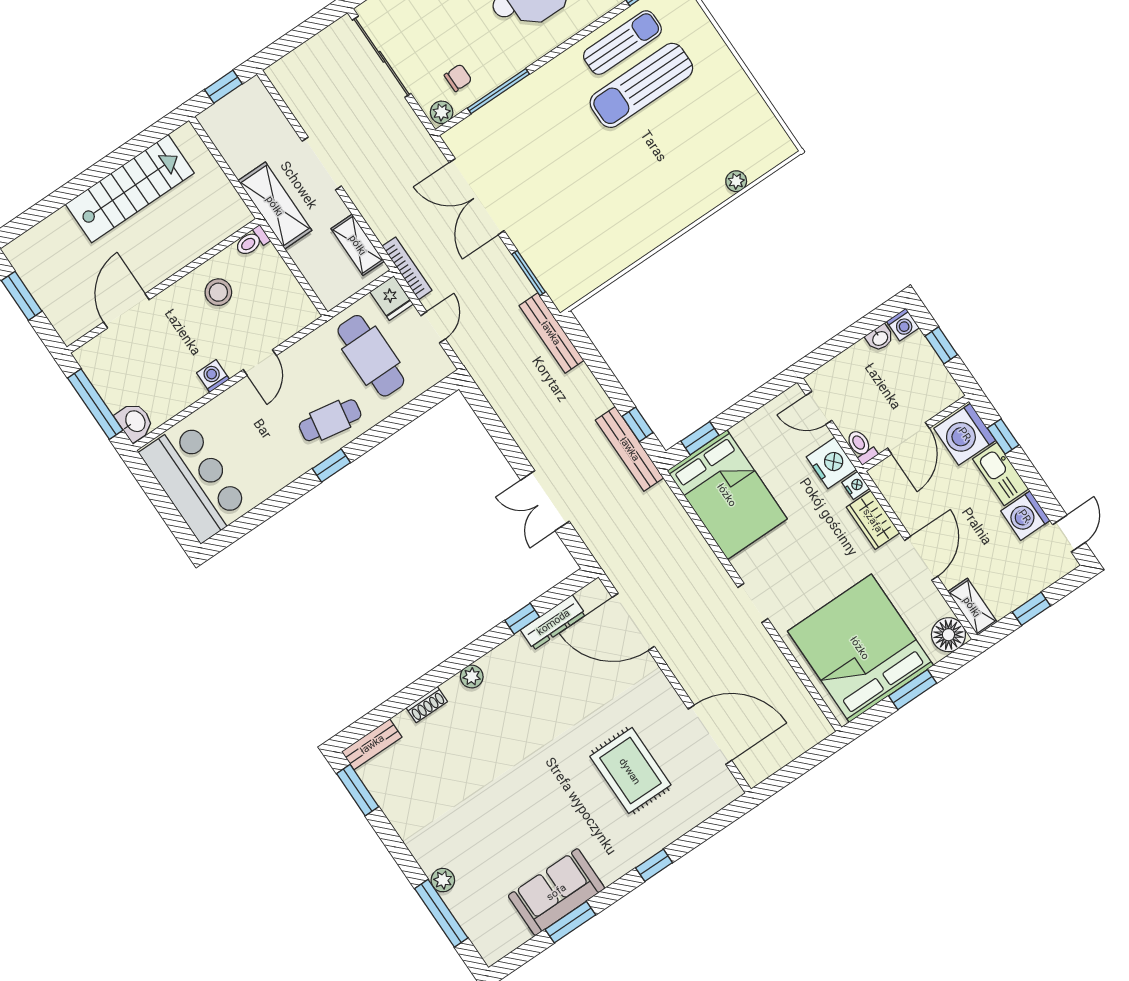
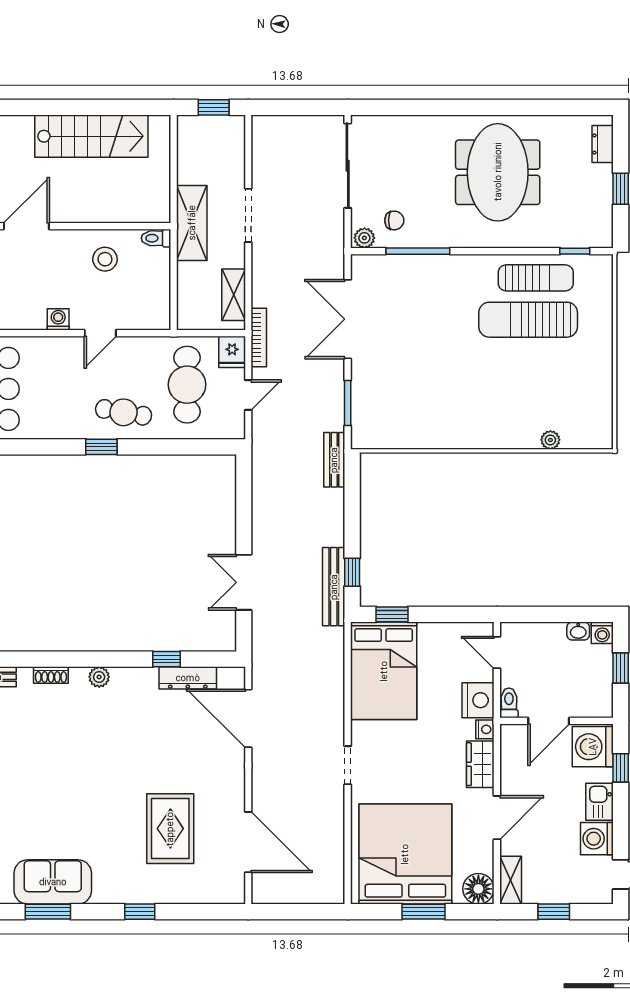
bench: (551, 333) -> (334, 460), width x0.73
kitchen sink: (1001, 474) -> (600, 802), width x0.73

